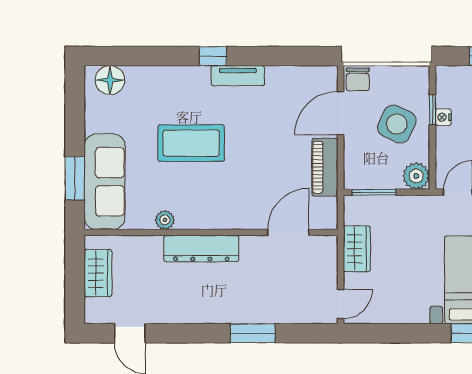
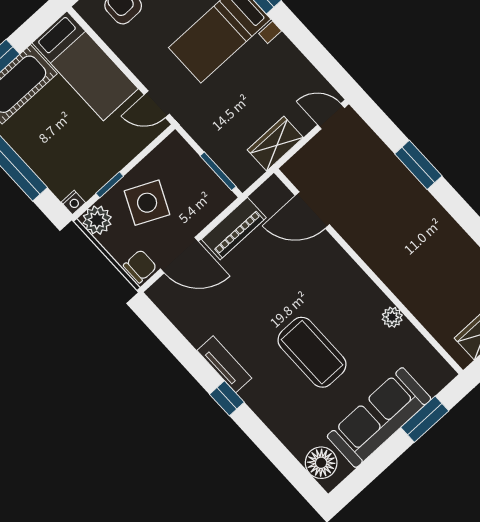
nightstand: (443, 117) -> (73, 202), moved
plant: (416, 176) -> (97, 220), moved
sofa: (105, 182) -> (379, 418), moved
dresser: (201, 249) -> (388, 267), removed

